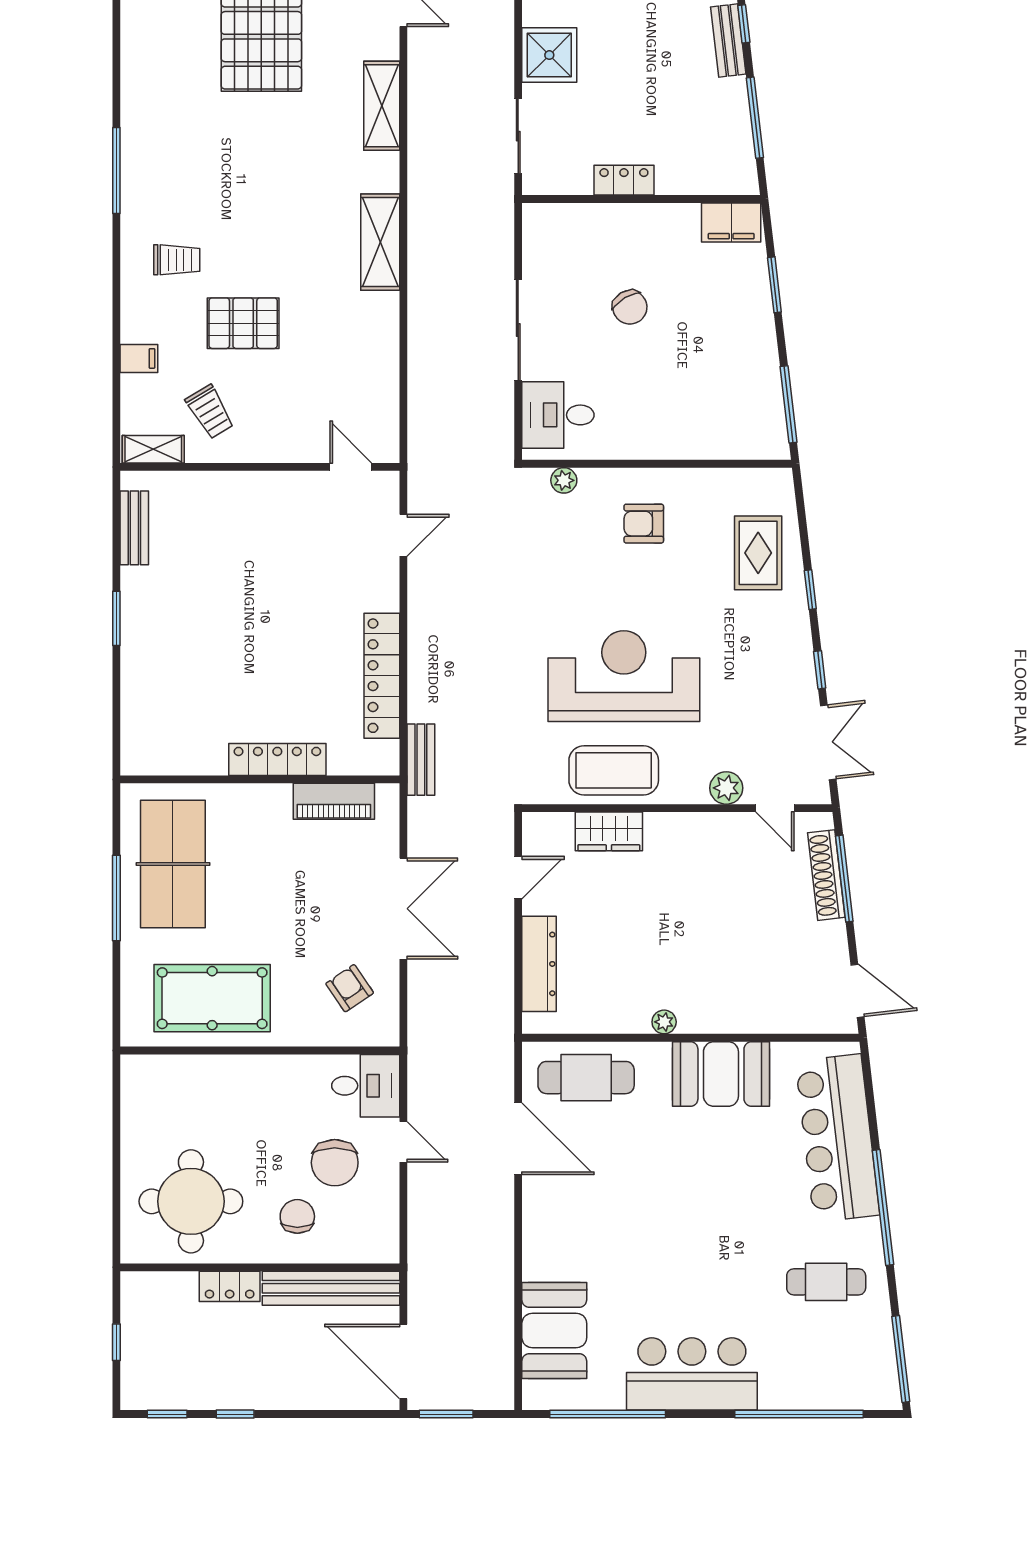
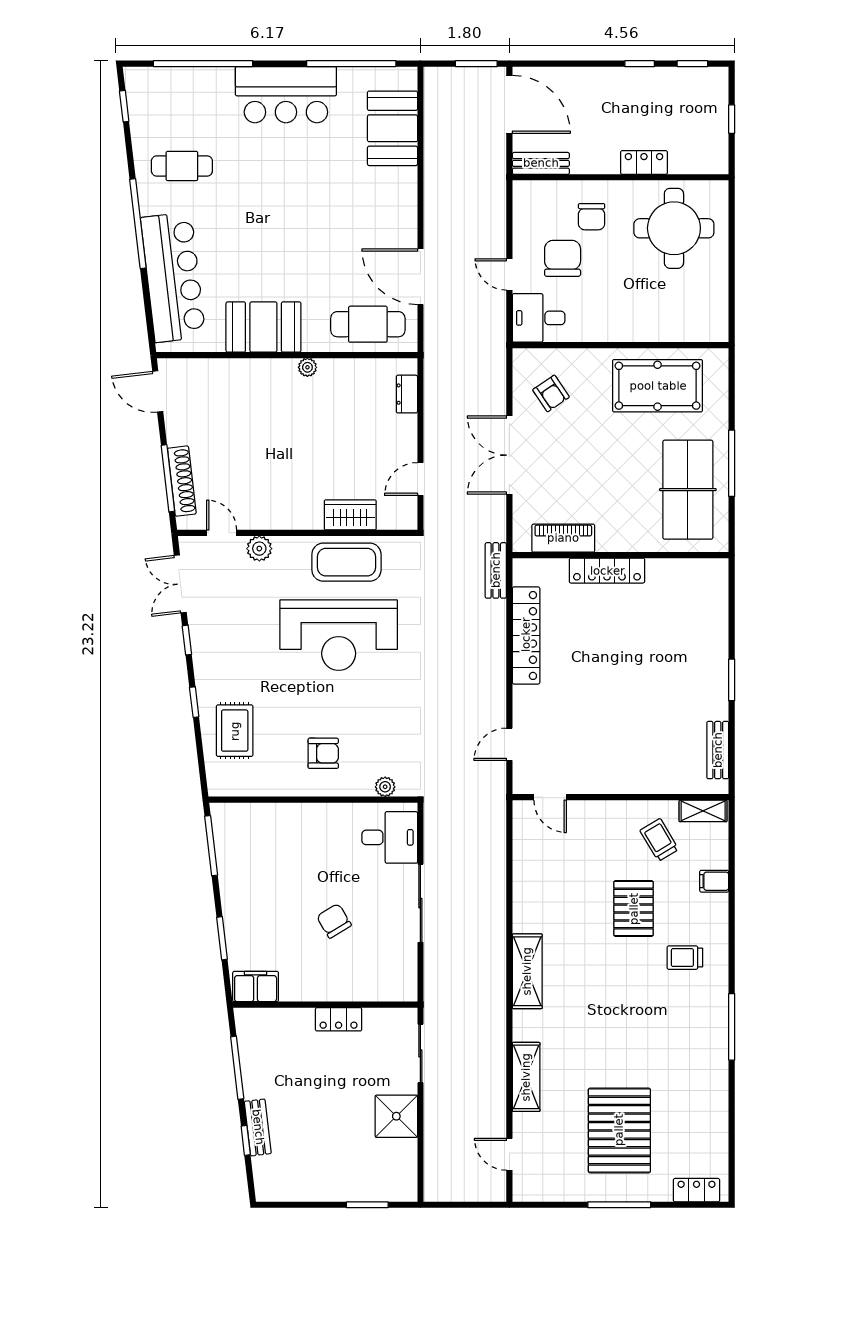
pallet: (243, 323) -> (634, 909), turned 90
dresser: (539, 964) -> (407, 394), width x0.51, depth x0.80
bench: (331, 1288) -> (541, 163), width x0.54, depth x0.82
window: (901, 1359) -> (124, 106), width x0.46

